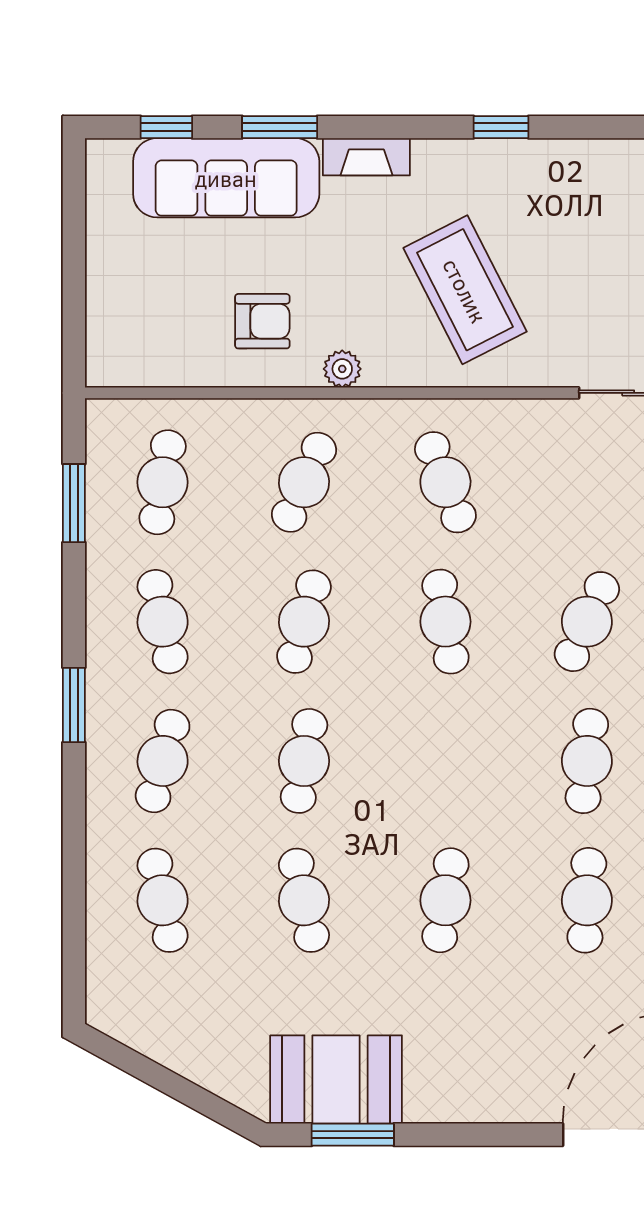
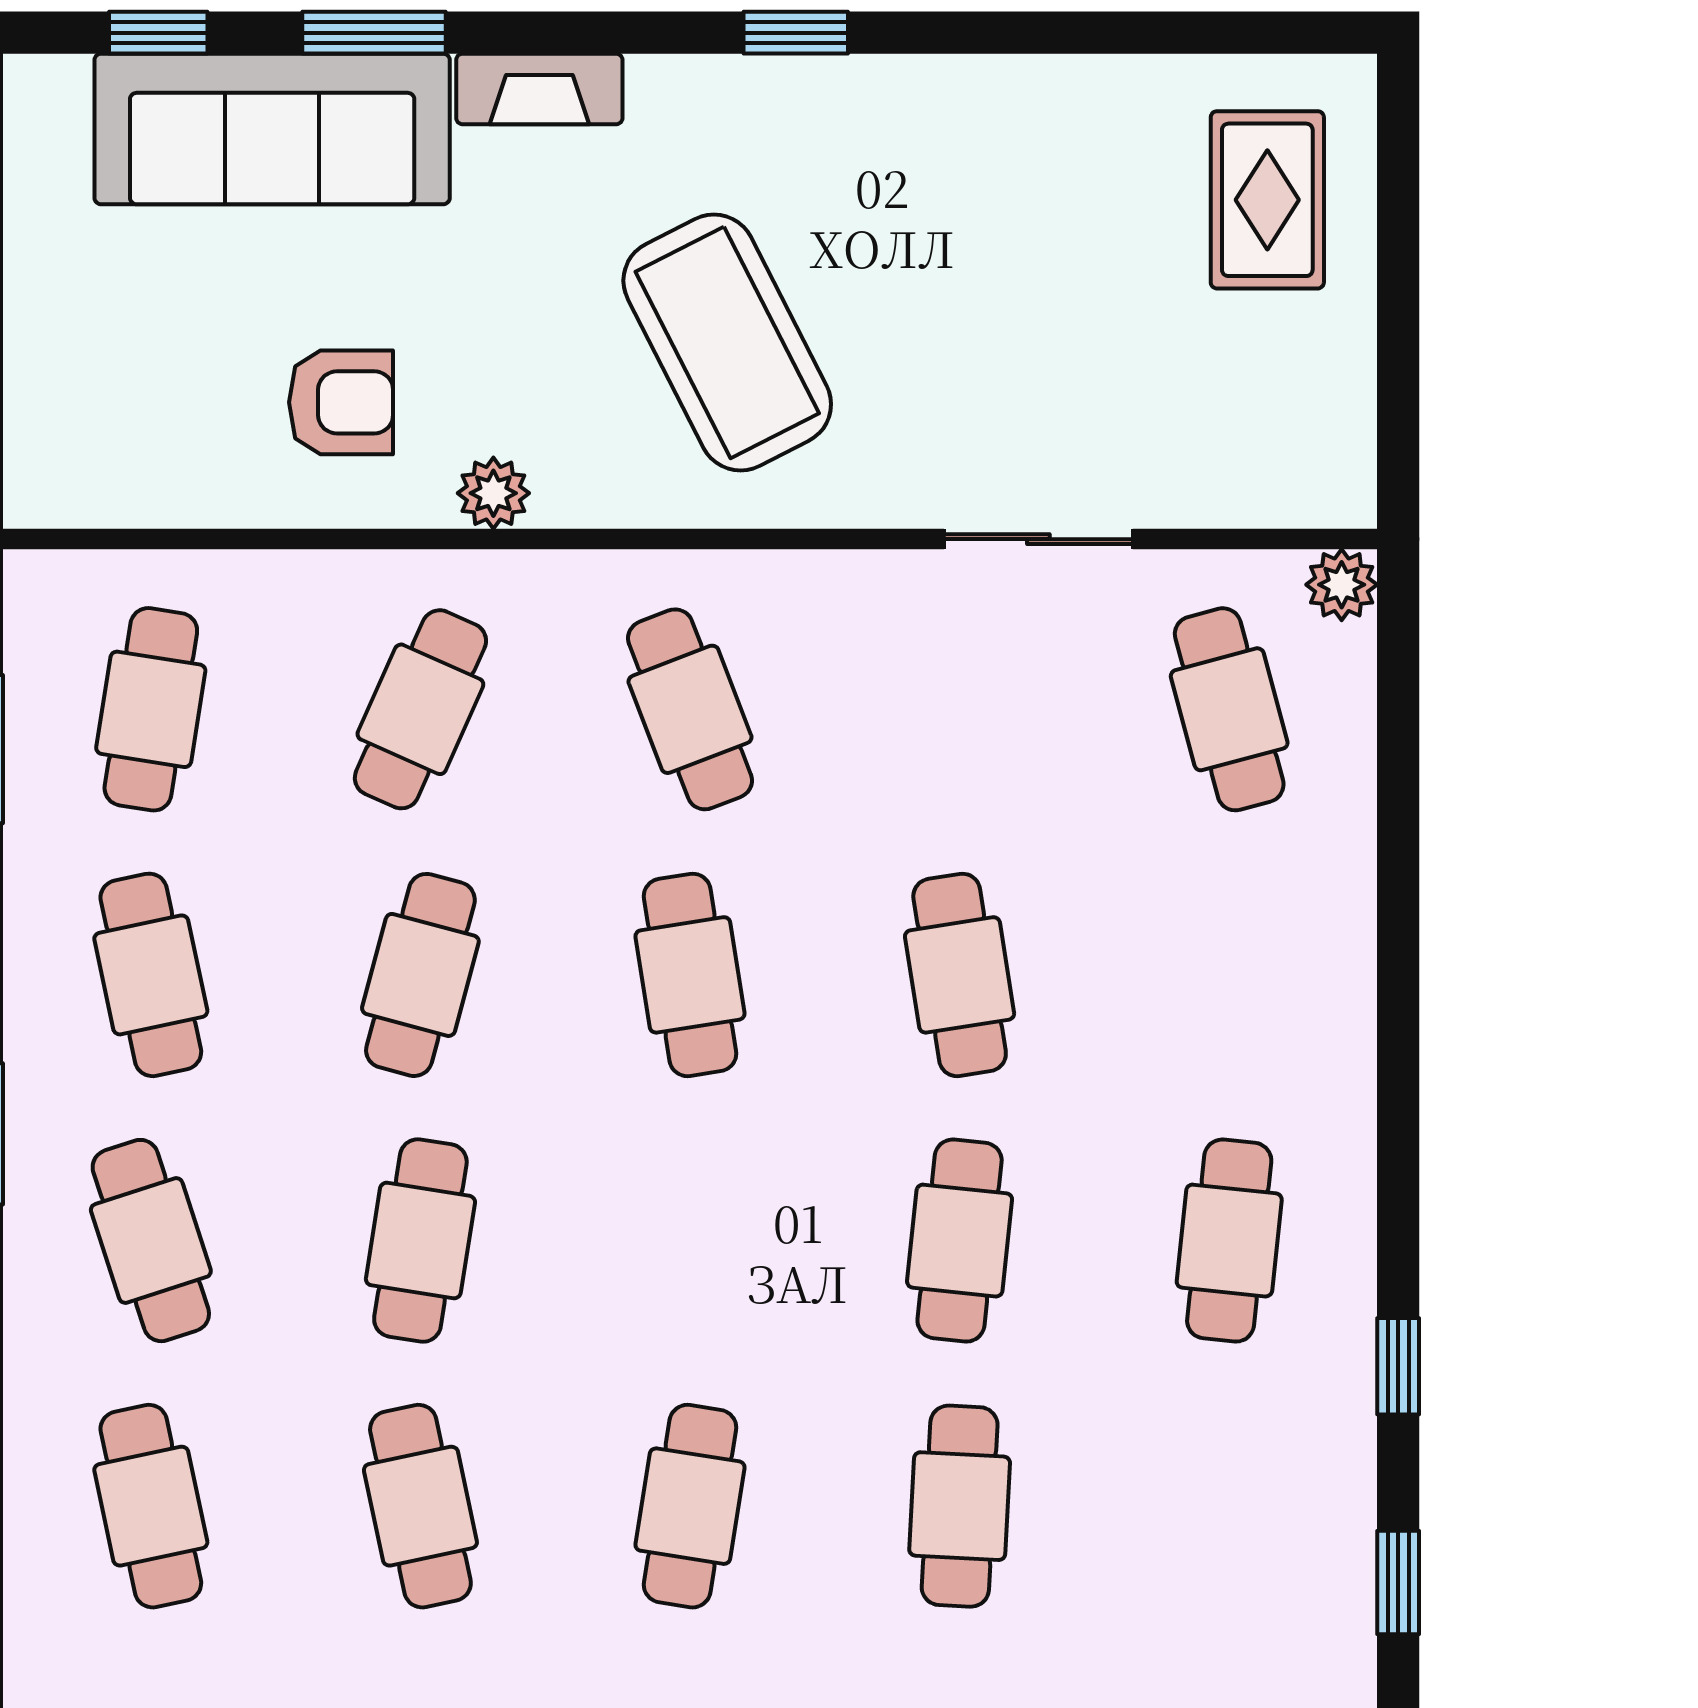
cafe table: (587, 622) -> (960, 975), turned -33
cafe table: (163, 761) -> (151, 1241), turned -33

